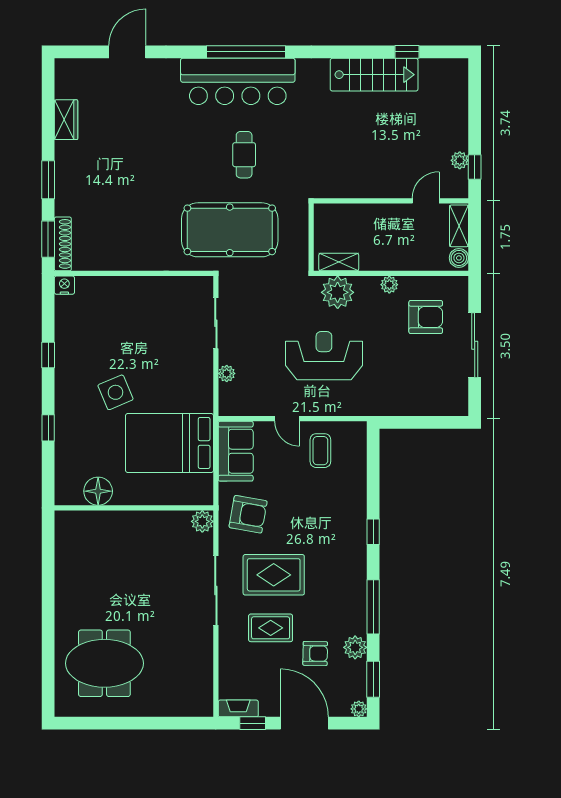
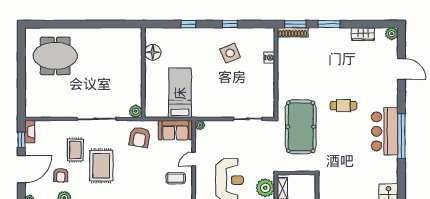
plant: (65, 69) -> (392, 34), added
bar counter: (238, 81) -> (385, 131), width x0.73
cafe table: (244, 155) -> (343, 106), moved
nightstand: (64, 285) -> (269, 58), moved
plant: (227, 373) -> (200, 125), moved
side table: (115, 392) -> (230, 53), moved
bed: (170, 443) -> (180, 93), width x0.67
rug: (274, 575) -> (101, 166), moved
meeting table: (104, 663) -> (55, 56), turned 90

